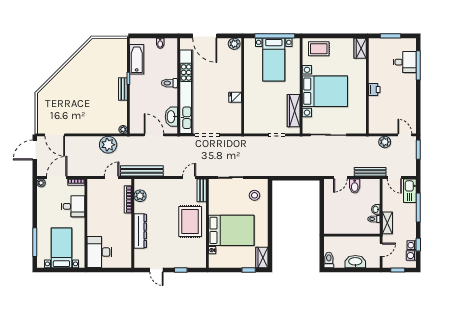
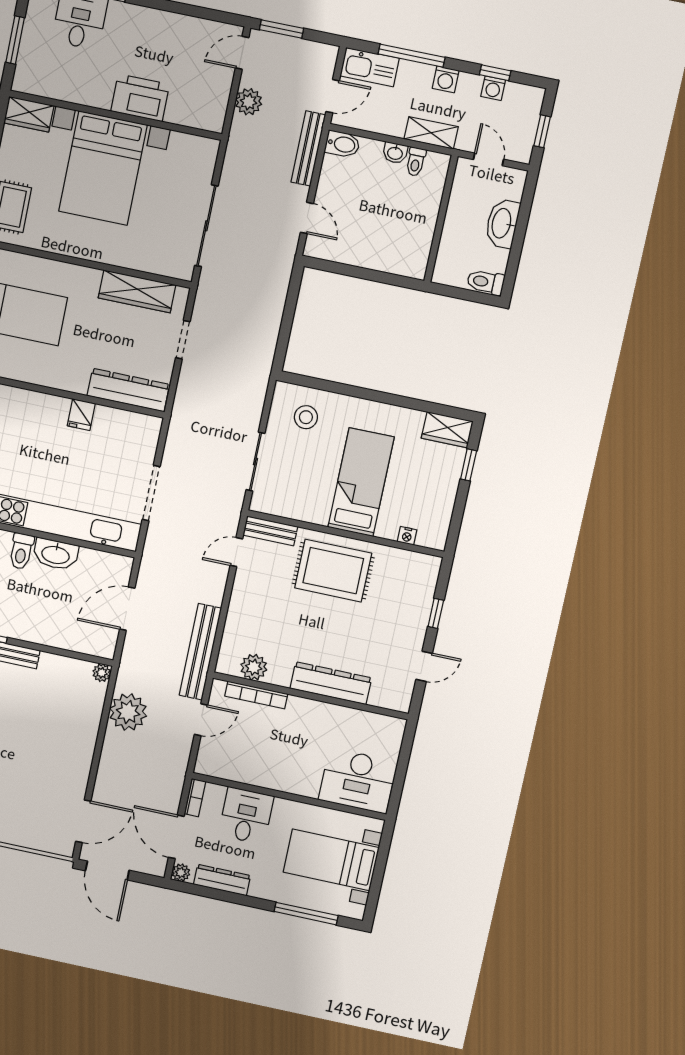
printer: (374, 90) -> (140, 98), width x1.87, depth x1.48
bed with nightstands: (325, 91) -> (103, 168), moved, turned 180
dresser: (250, 116) -> (128, 390), added
washbasin: (171, 117) -> (56, 554), moved
door: (112, 177) -> (201, 720), swing flipped
door: (189, 177) -> (236, 552), hinge flipped
bidet: (355, 186) -> (342, 144), moved
dresser: (42, 202) -> (222, 880), added
bed: (231, 230) -> (361, 482), width x0.67
washing machine: (411, 256) -> (446, 79), moved

